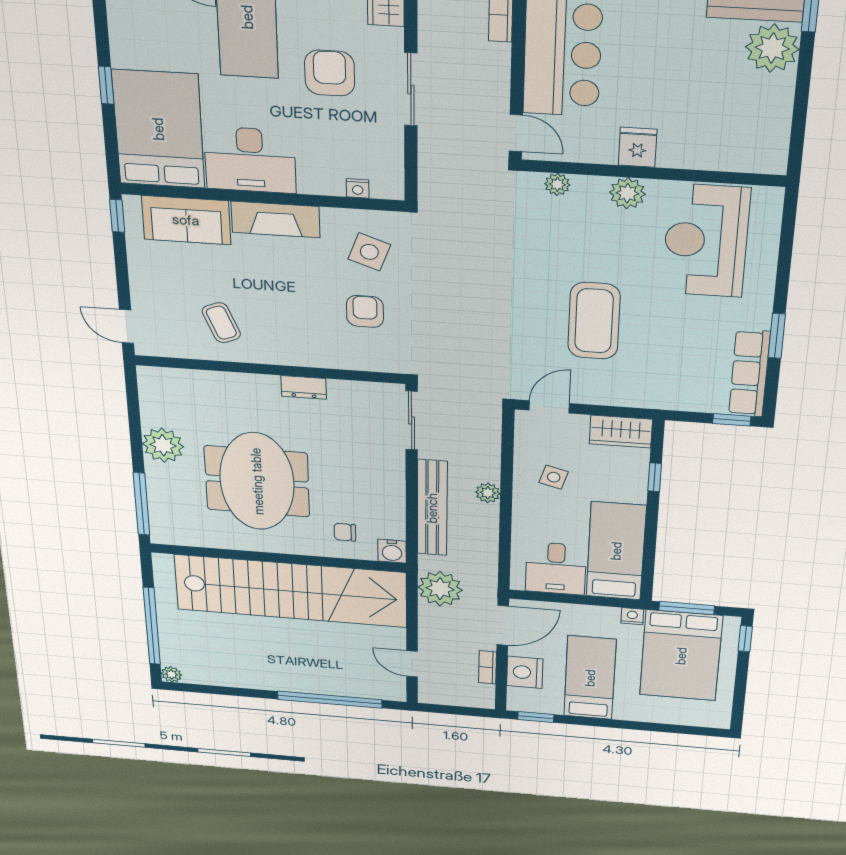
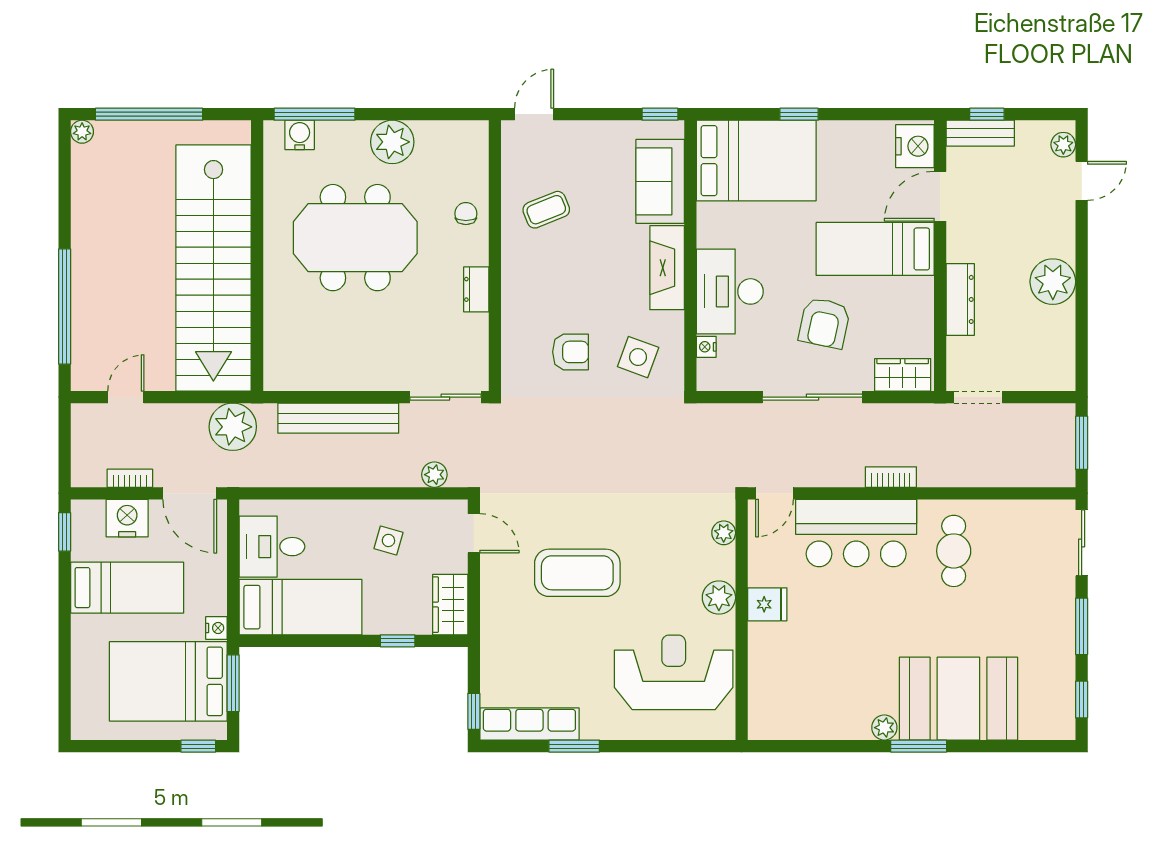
plant: (772, 48) -> (884, 728), width x0.53, depth x0.53
armchair: (330, 73) -> (824, 323), turned 102
sliding door: (411, 90) -> (812, 397), width x1.37
desk: (250, 160) -> (730, 291), moved
plant: (488, 493) -> (434, 475), moved
chair: (345, 532) -> (466, 214), moved
water cooler: (392, 551) -> (300, 135), moved, turned 90

